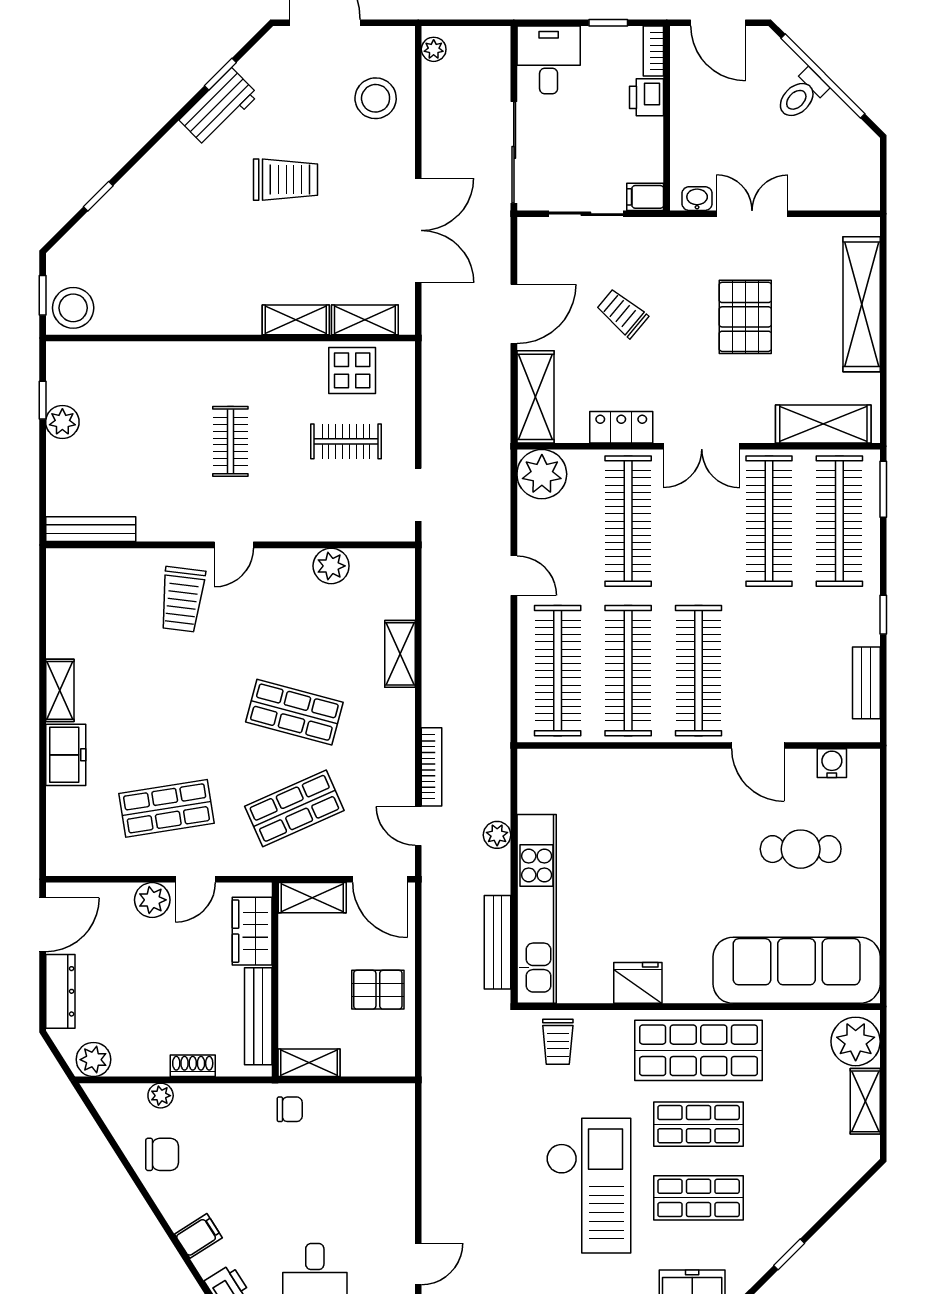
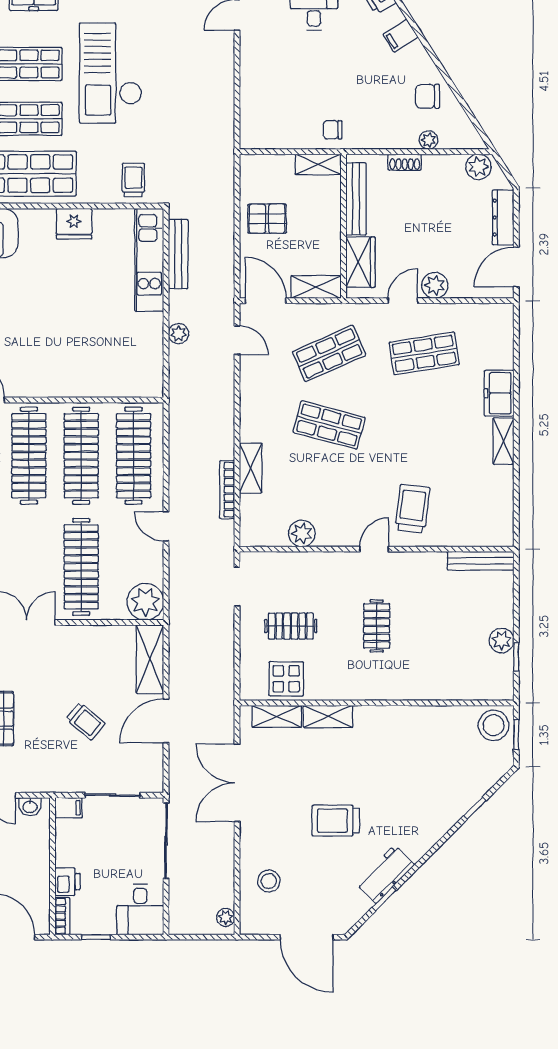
stool: (376, 98) -> (269, 881), width x0.73, depth x0.73
locker: (621, 427) -> (86, 637), removed
bookcase: (432, 767) -> (227, 490), moved
kitchen unit: (537, 909) -> (149, 260), width x0.73

